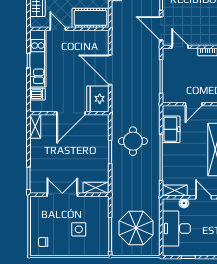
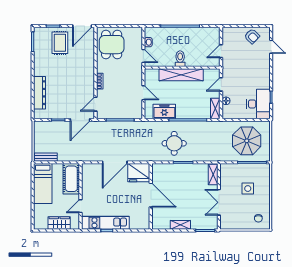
dishwasher: (37, 94) -> (135, 223), removed
shelving: (35, 126) -> (180, 225), moved
desk: (176, 229) -> (258, 104), moved, turned -90

